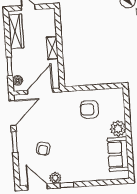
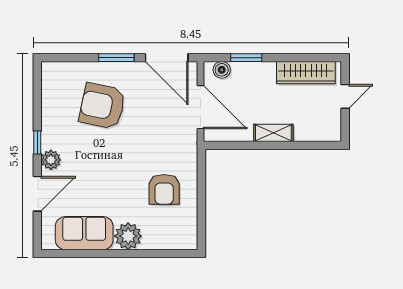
armchair: (89, 109) -> (164, 189), turned 180
armchair: (43, 149) -> (102, 106), width x1.88, depth x1.88
plant: (55, 178) -> (51, 160), moved
door: (37, 187) -> (37, 194), moved

